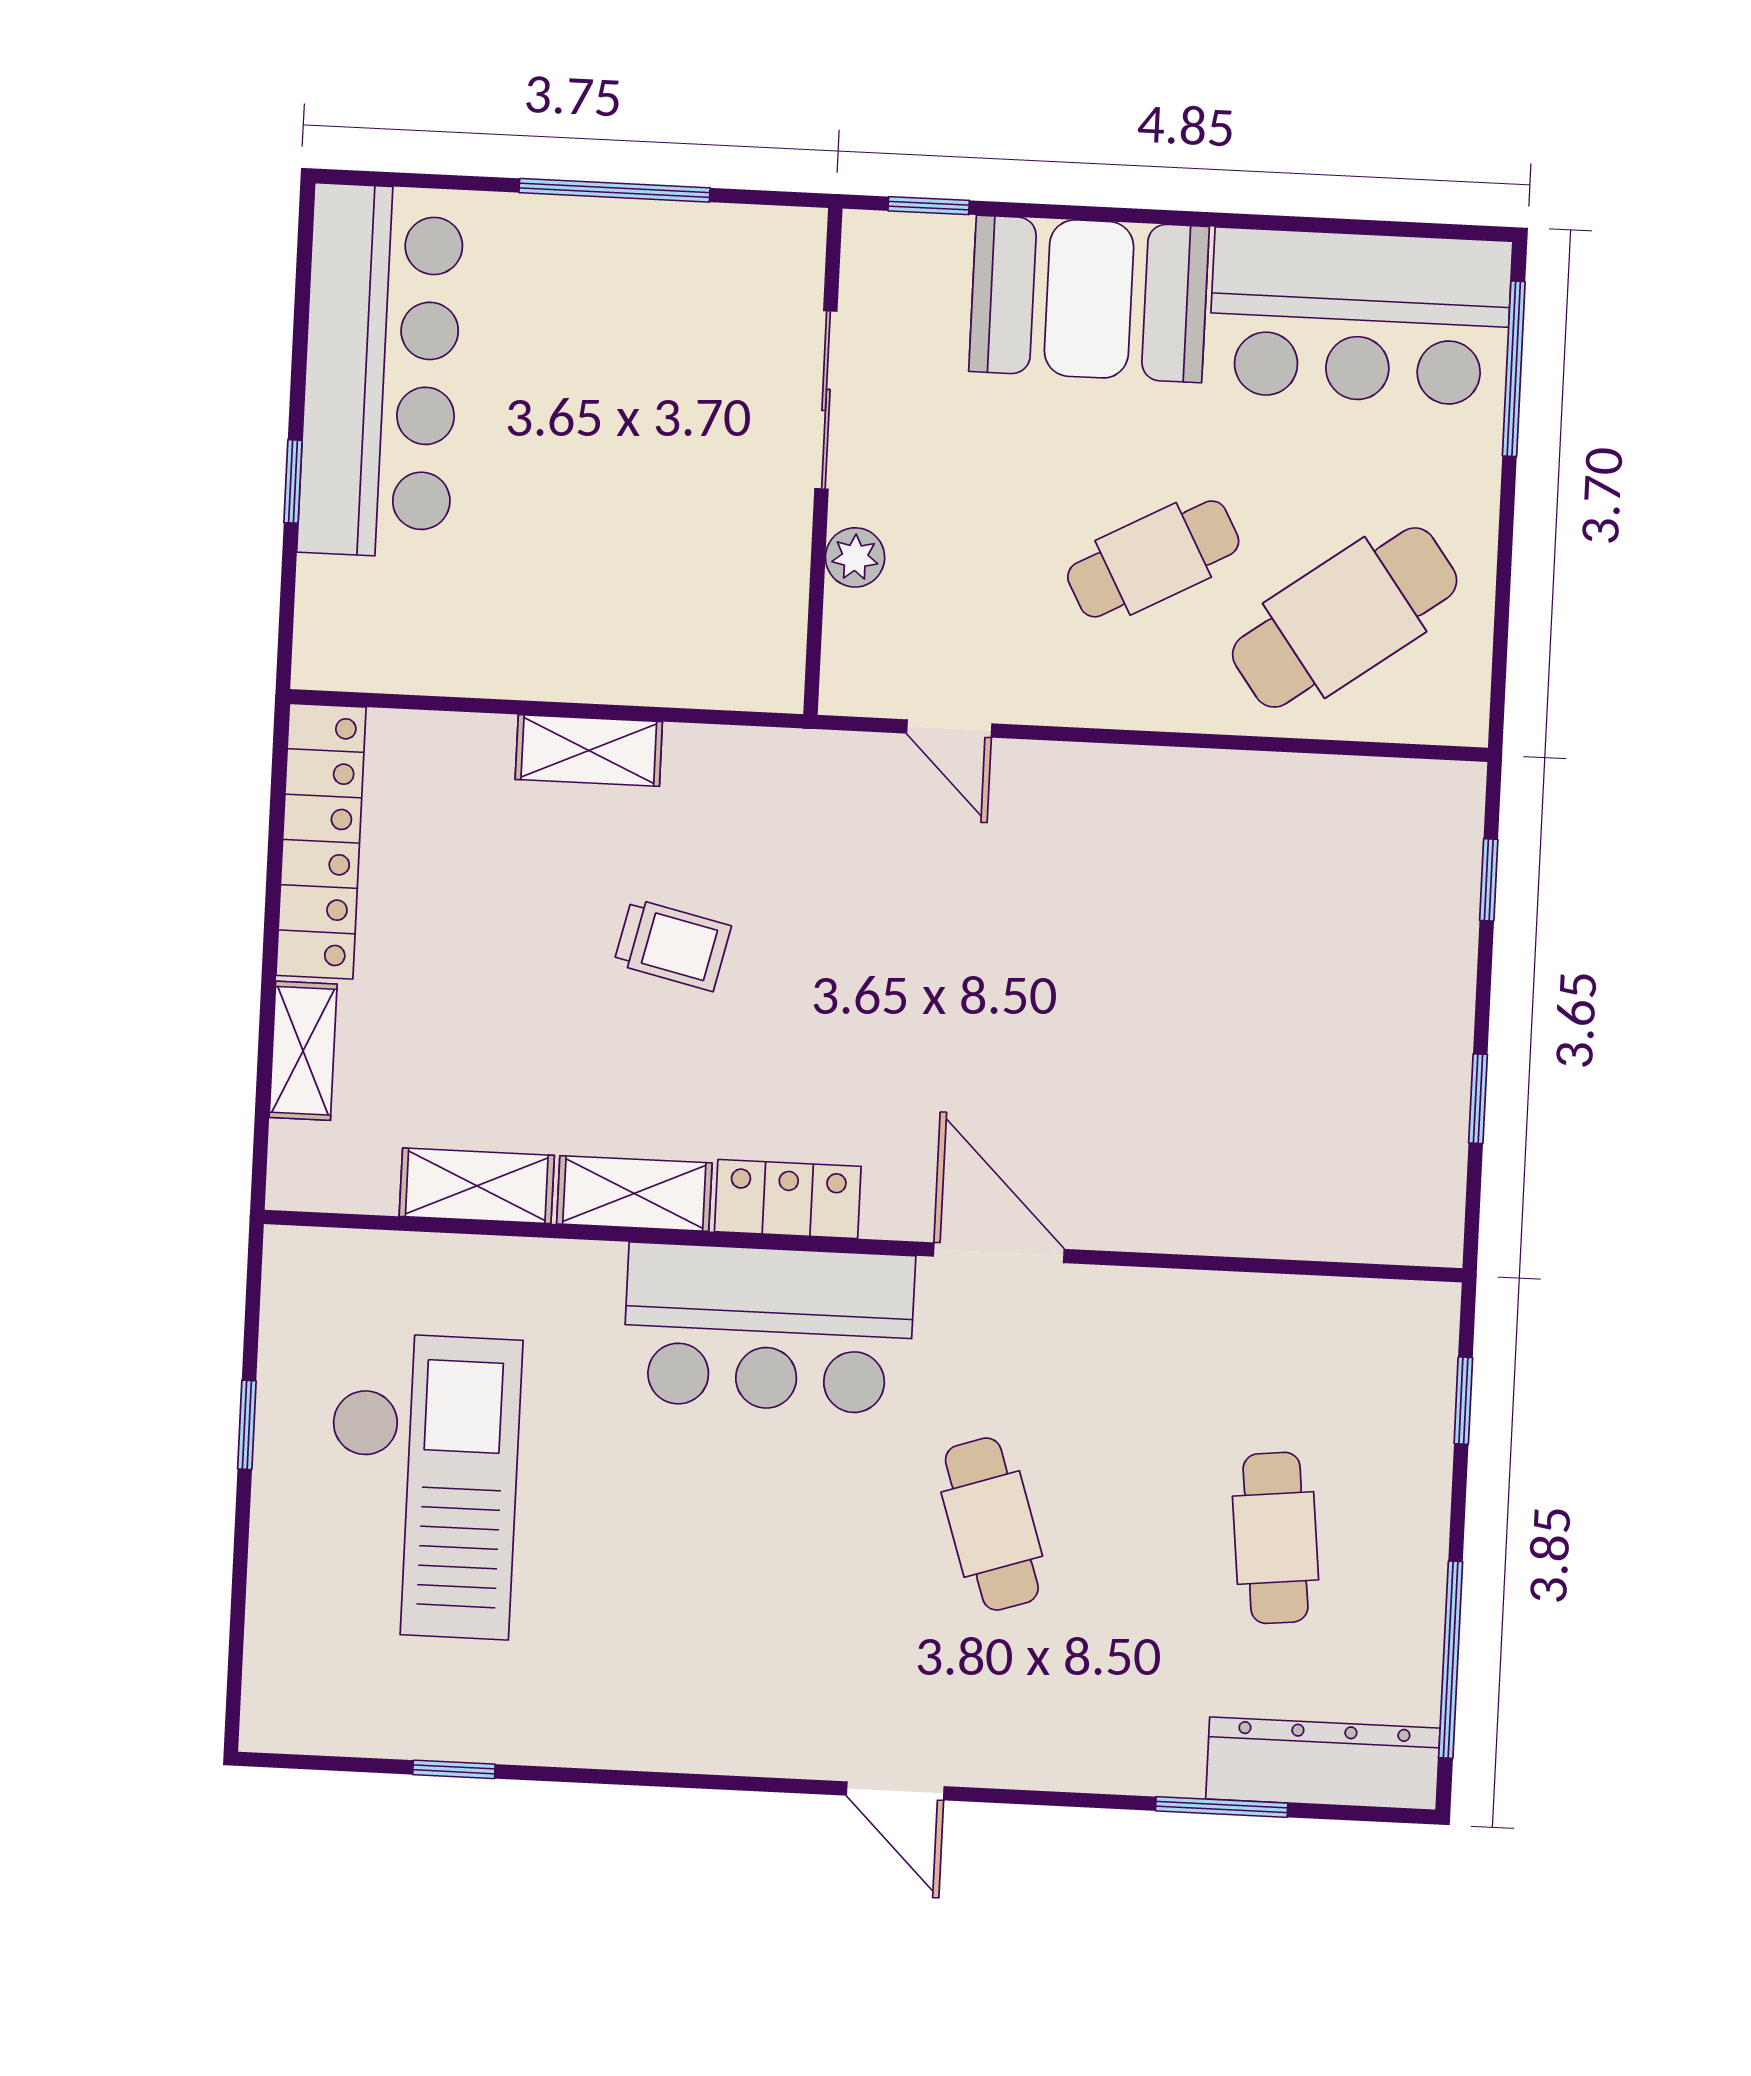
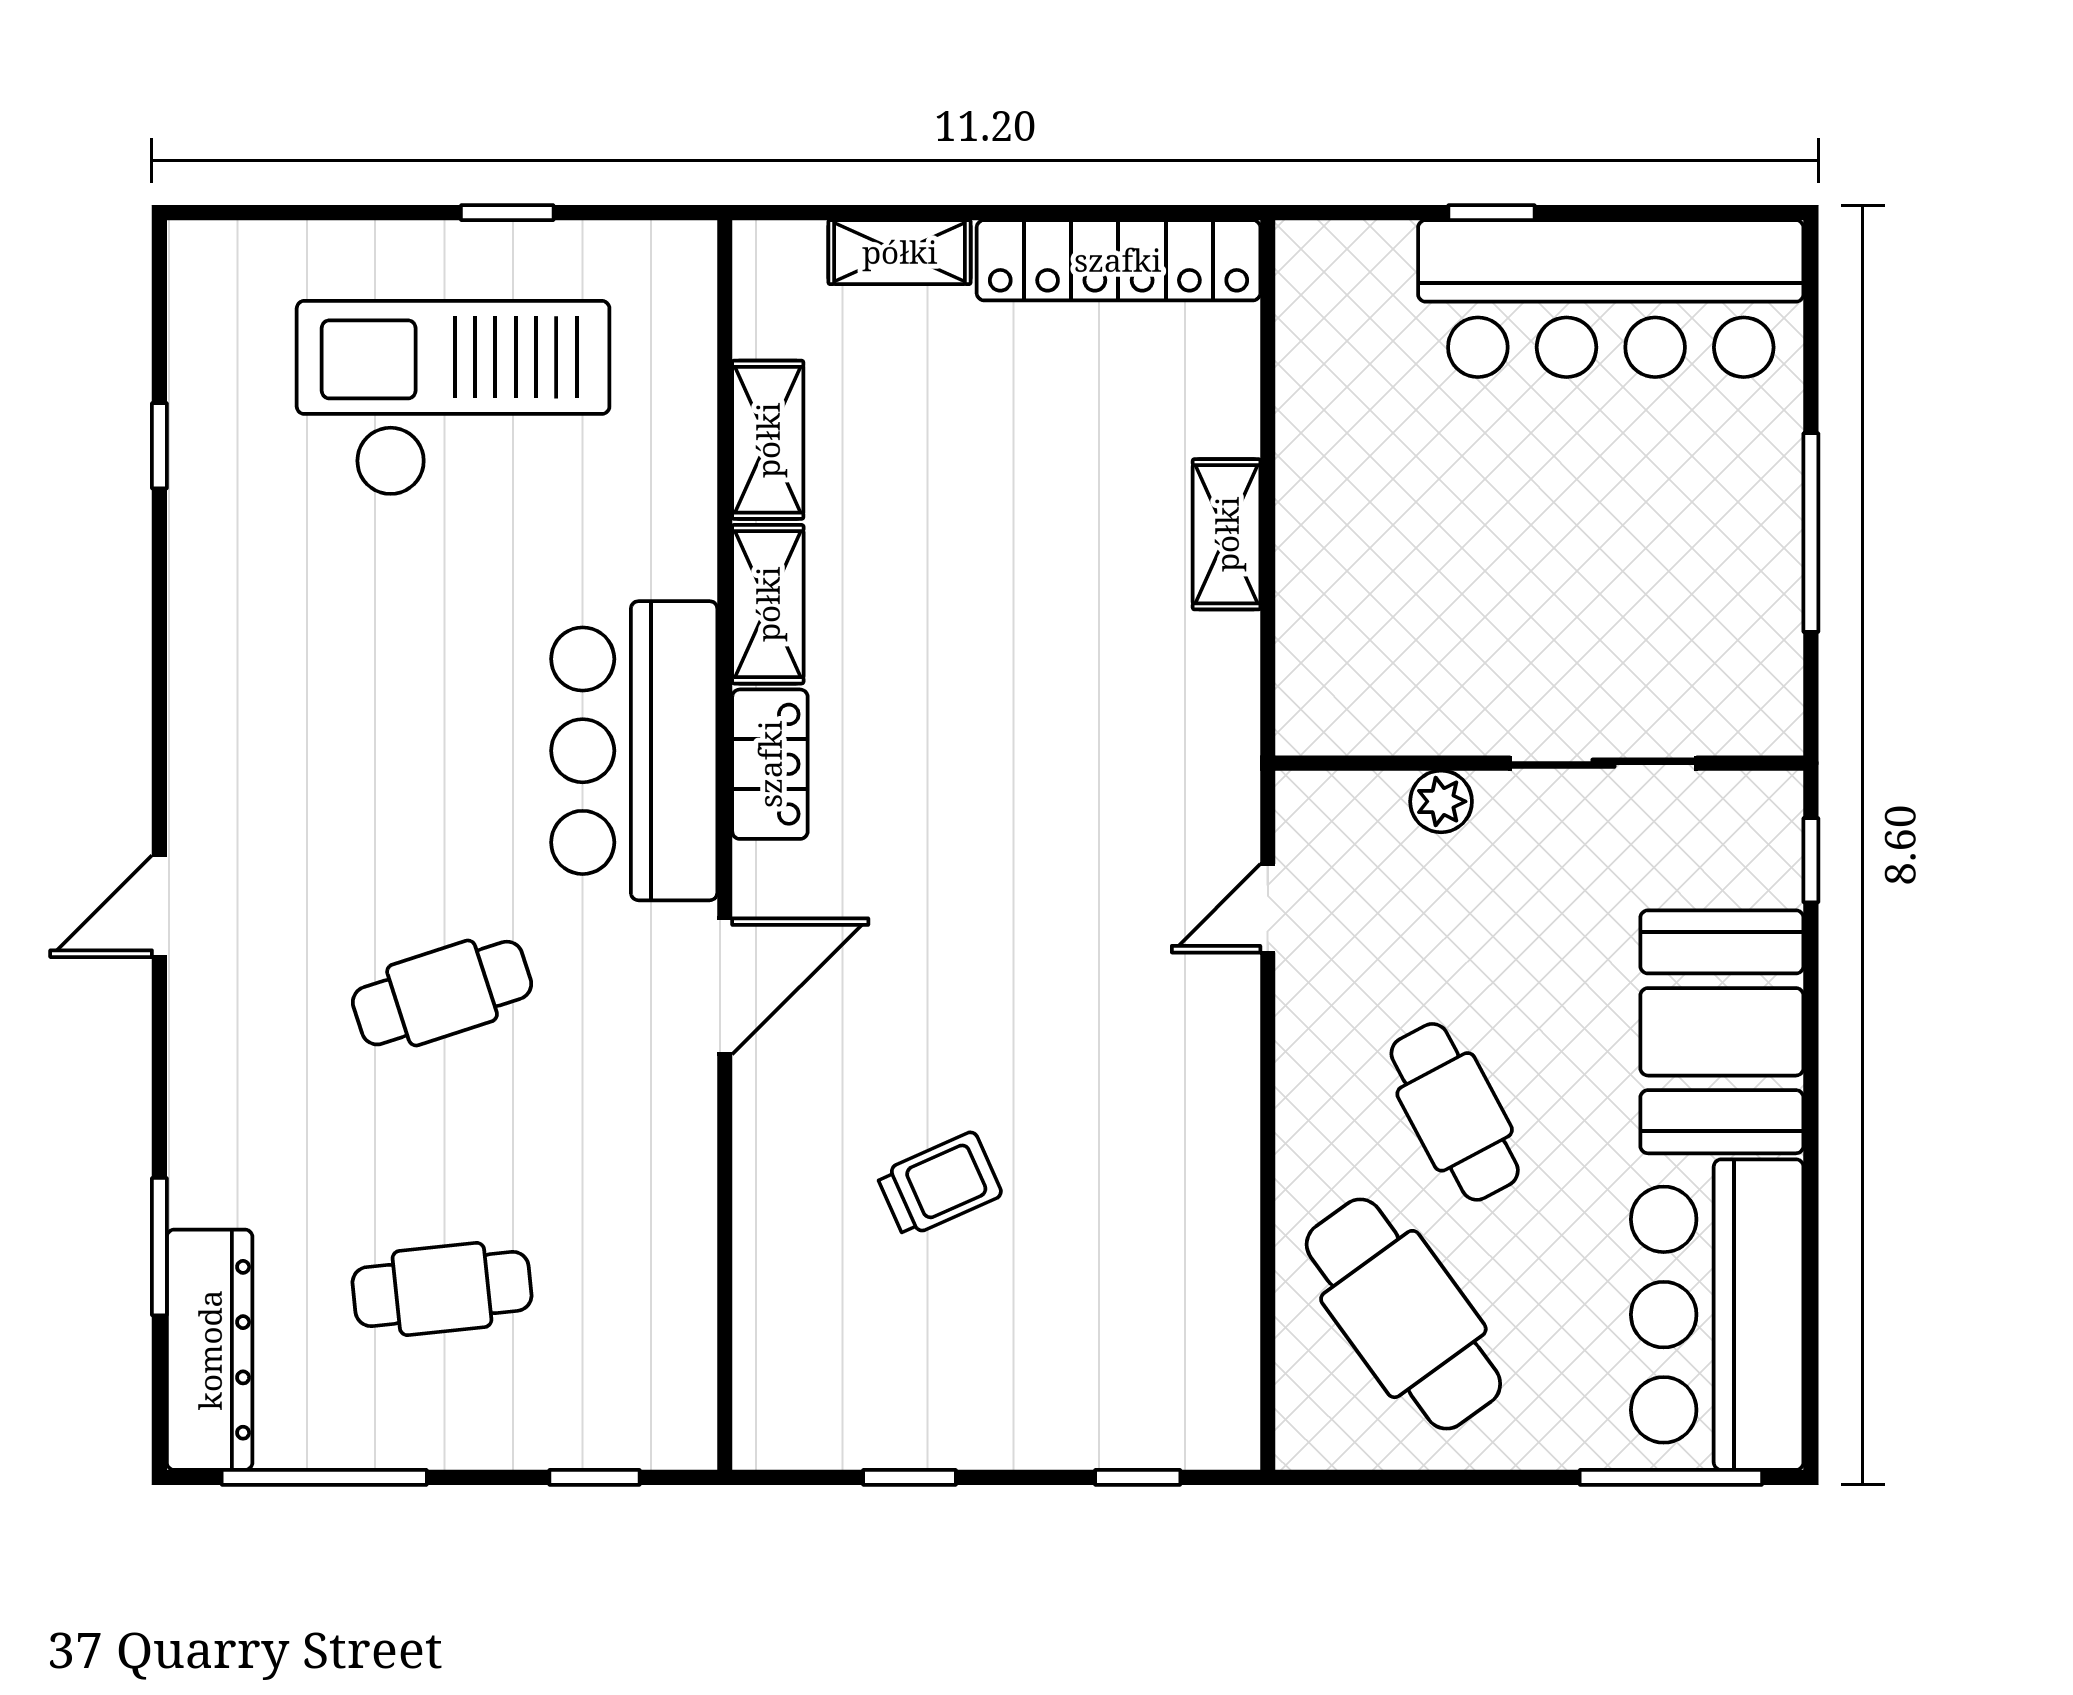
trolley: (673, 945) -> (939, 1185), moved, turned -127
checkout: (422, 1486) -> (453, 398), turned 180

